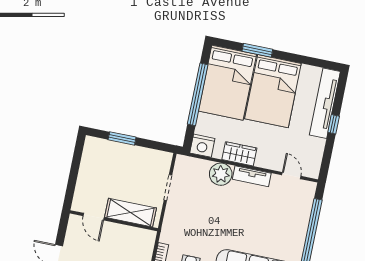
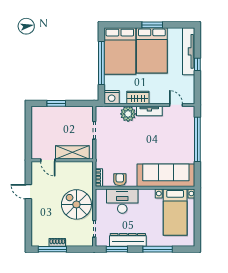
window: (257, 50) -> (152, 25), moved

